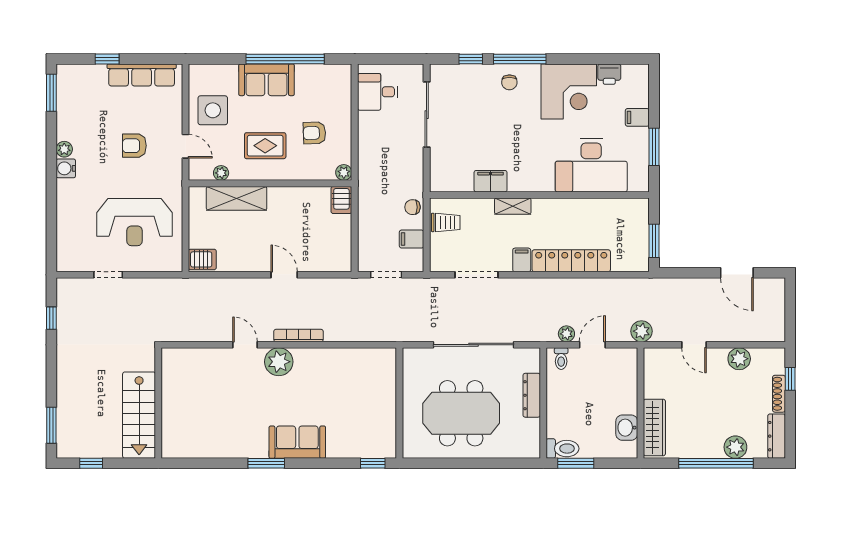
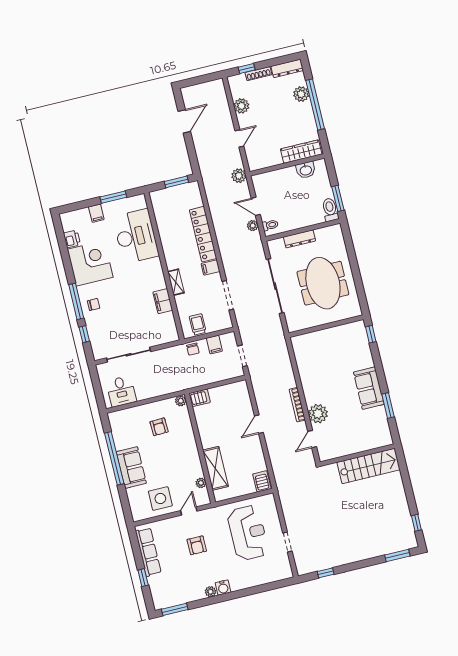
rug: (265, 146) -> (176, 458), removed
wall: (158, 403) -> (357, 455), moved
stairs: (139, 415) -> (369, 466), moved

